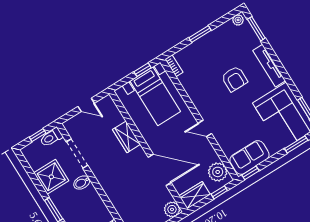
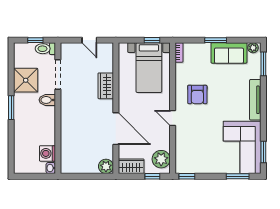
armchair: (234, 79) -> (197, 94), moved
sofa: (249, 157) -> (229, 53), moved, turned 180

